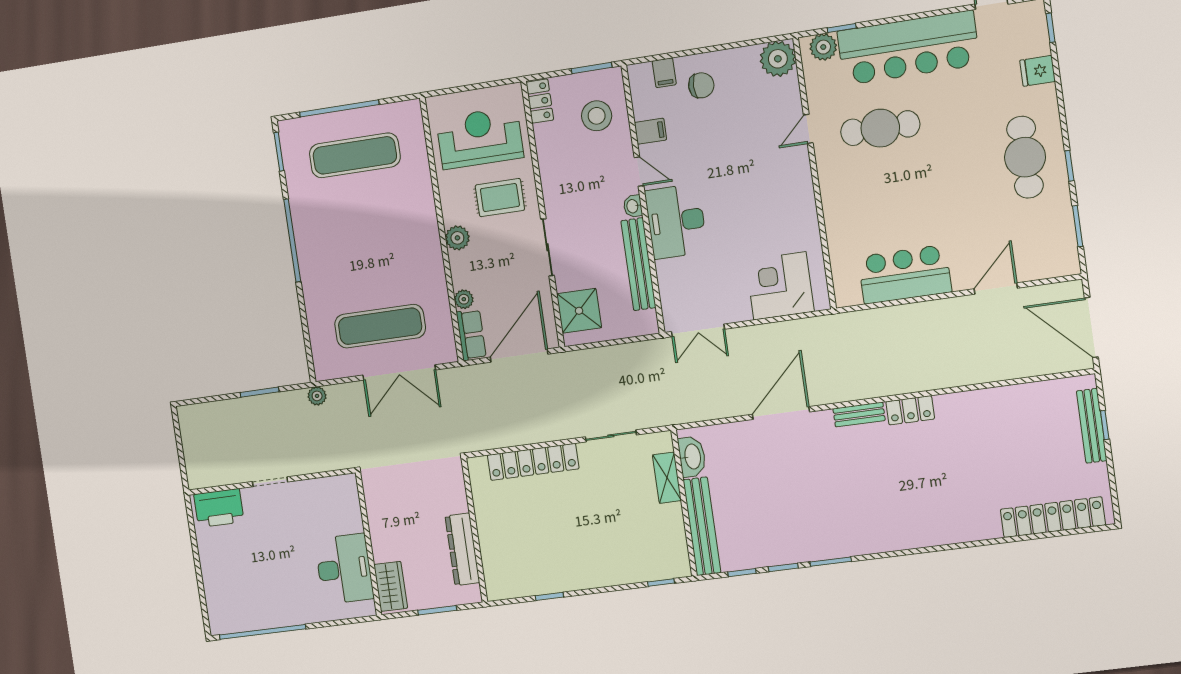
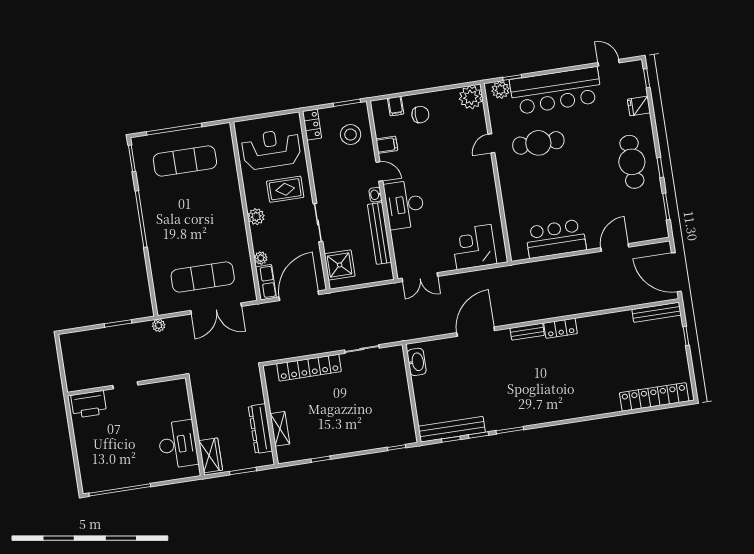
bench: (1092, 426) -> (657, 312), moved, turned 90
shelving: (667, 478) -> (280, 429), moved
bench: (702, 526) -> (452, 429), moved, turned 90

